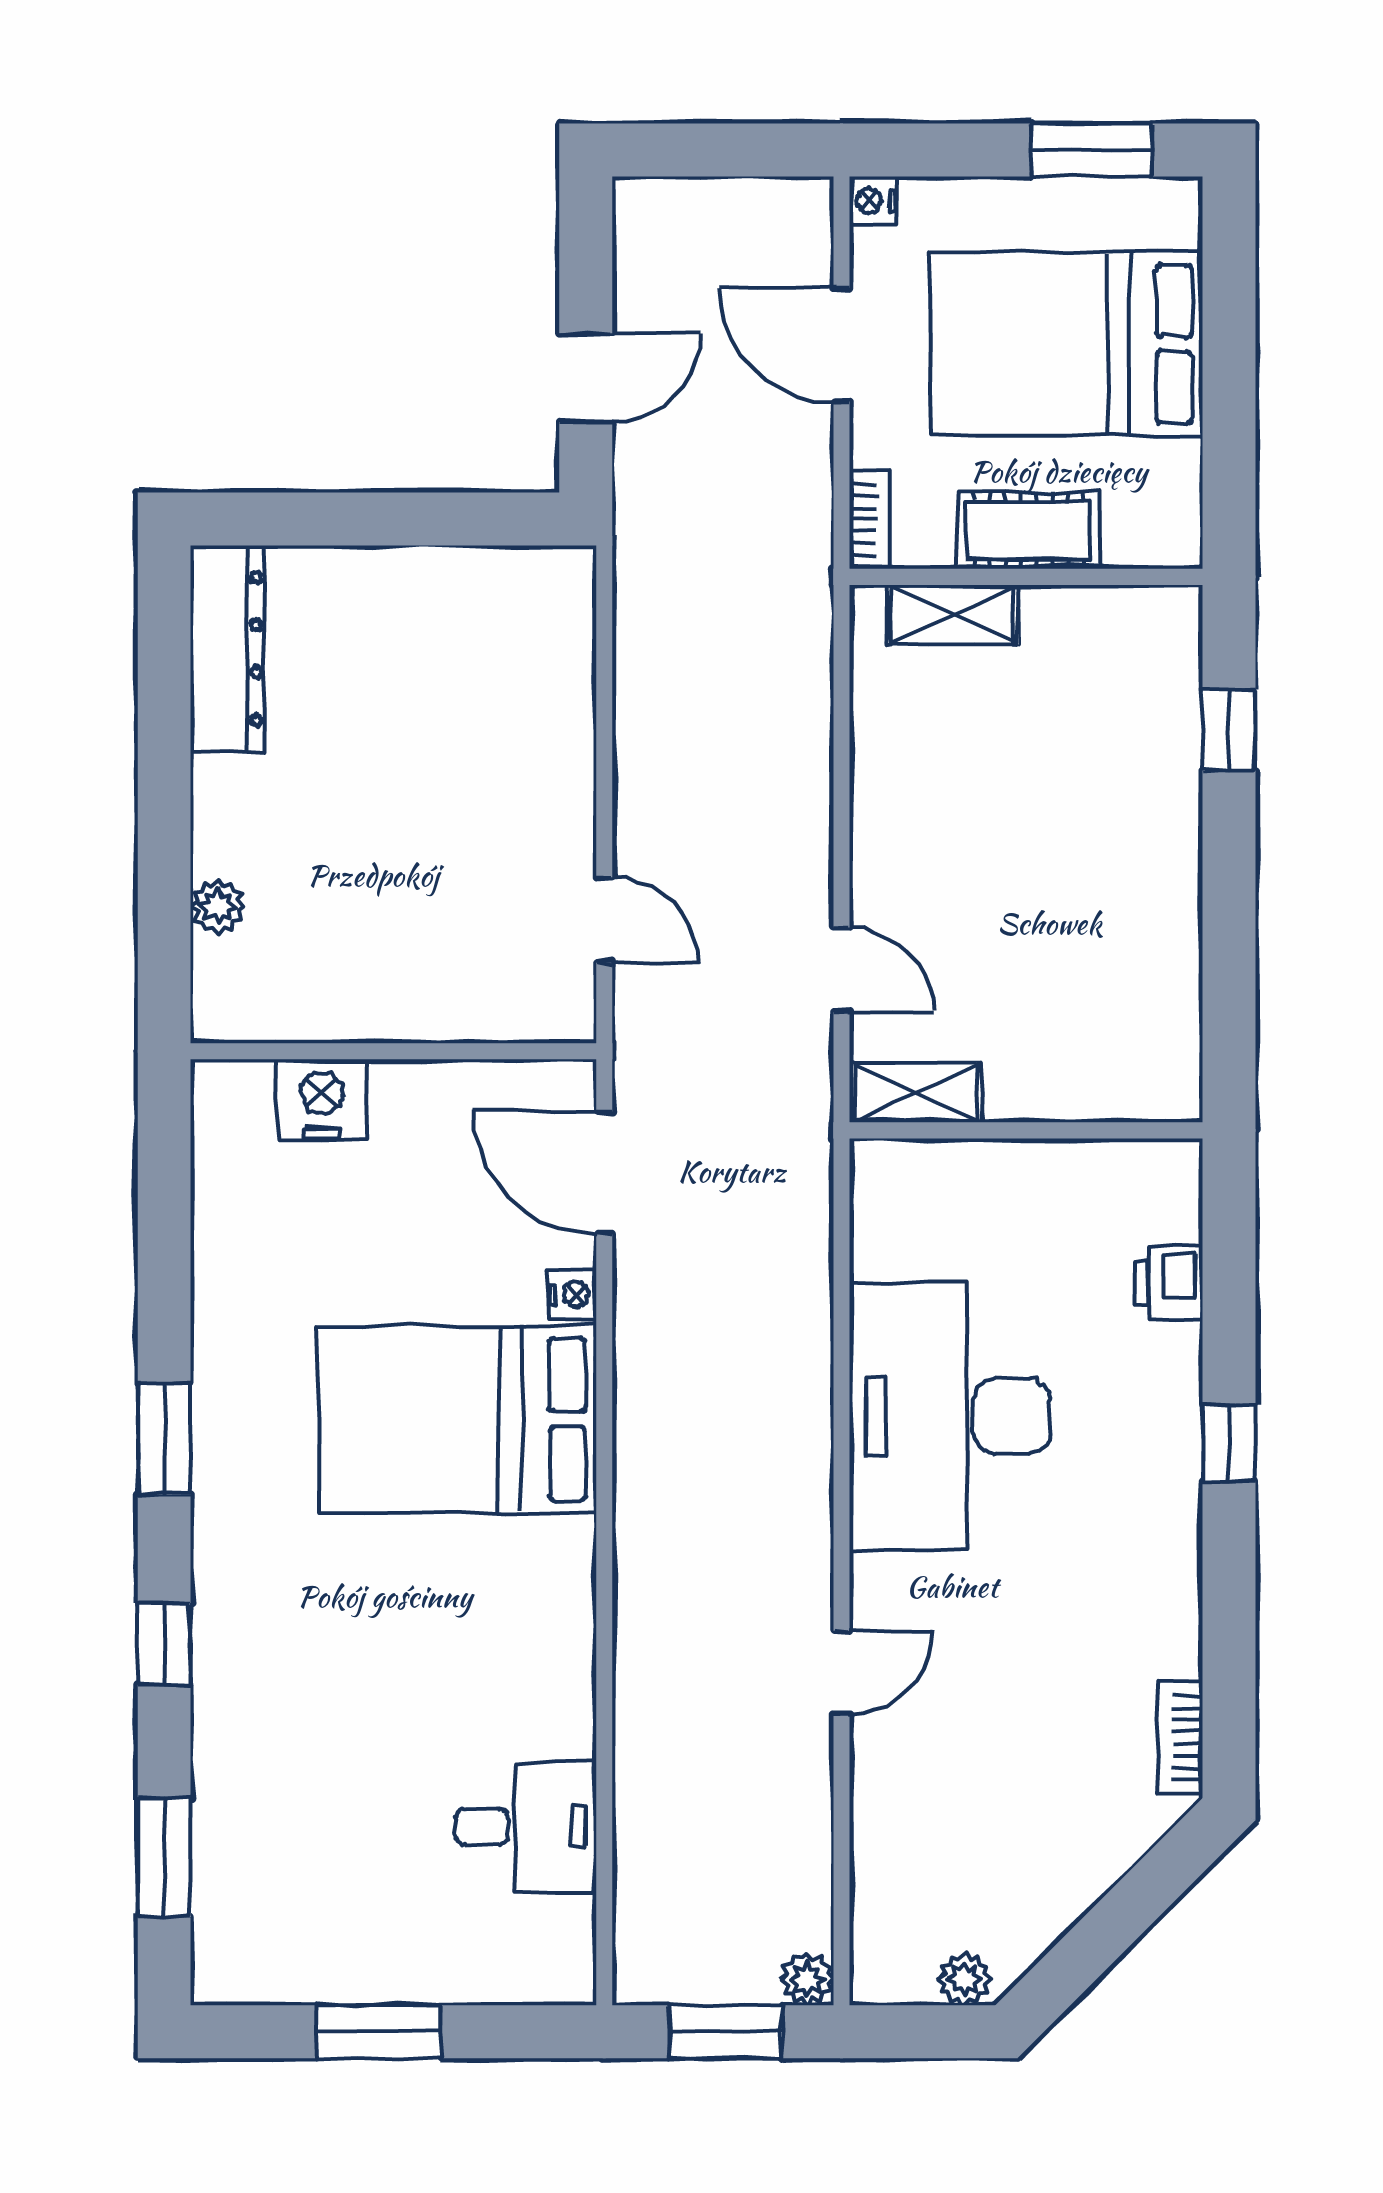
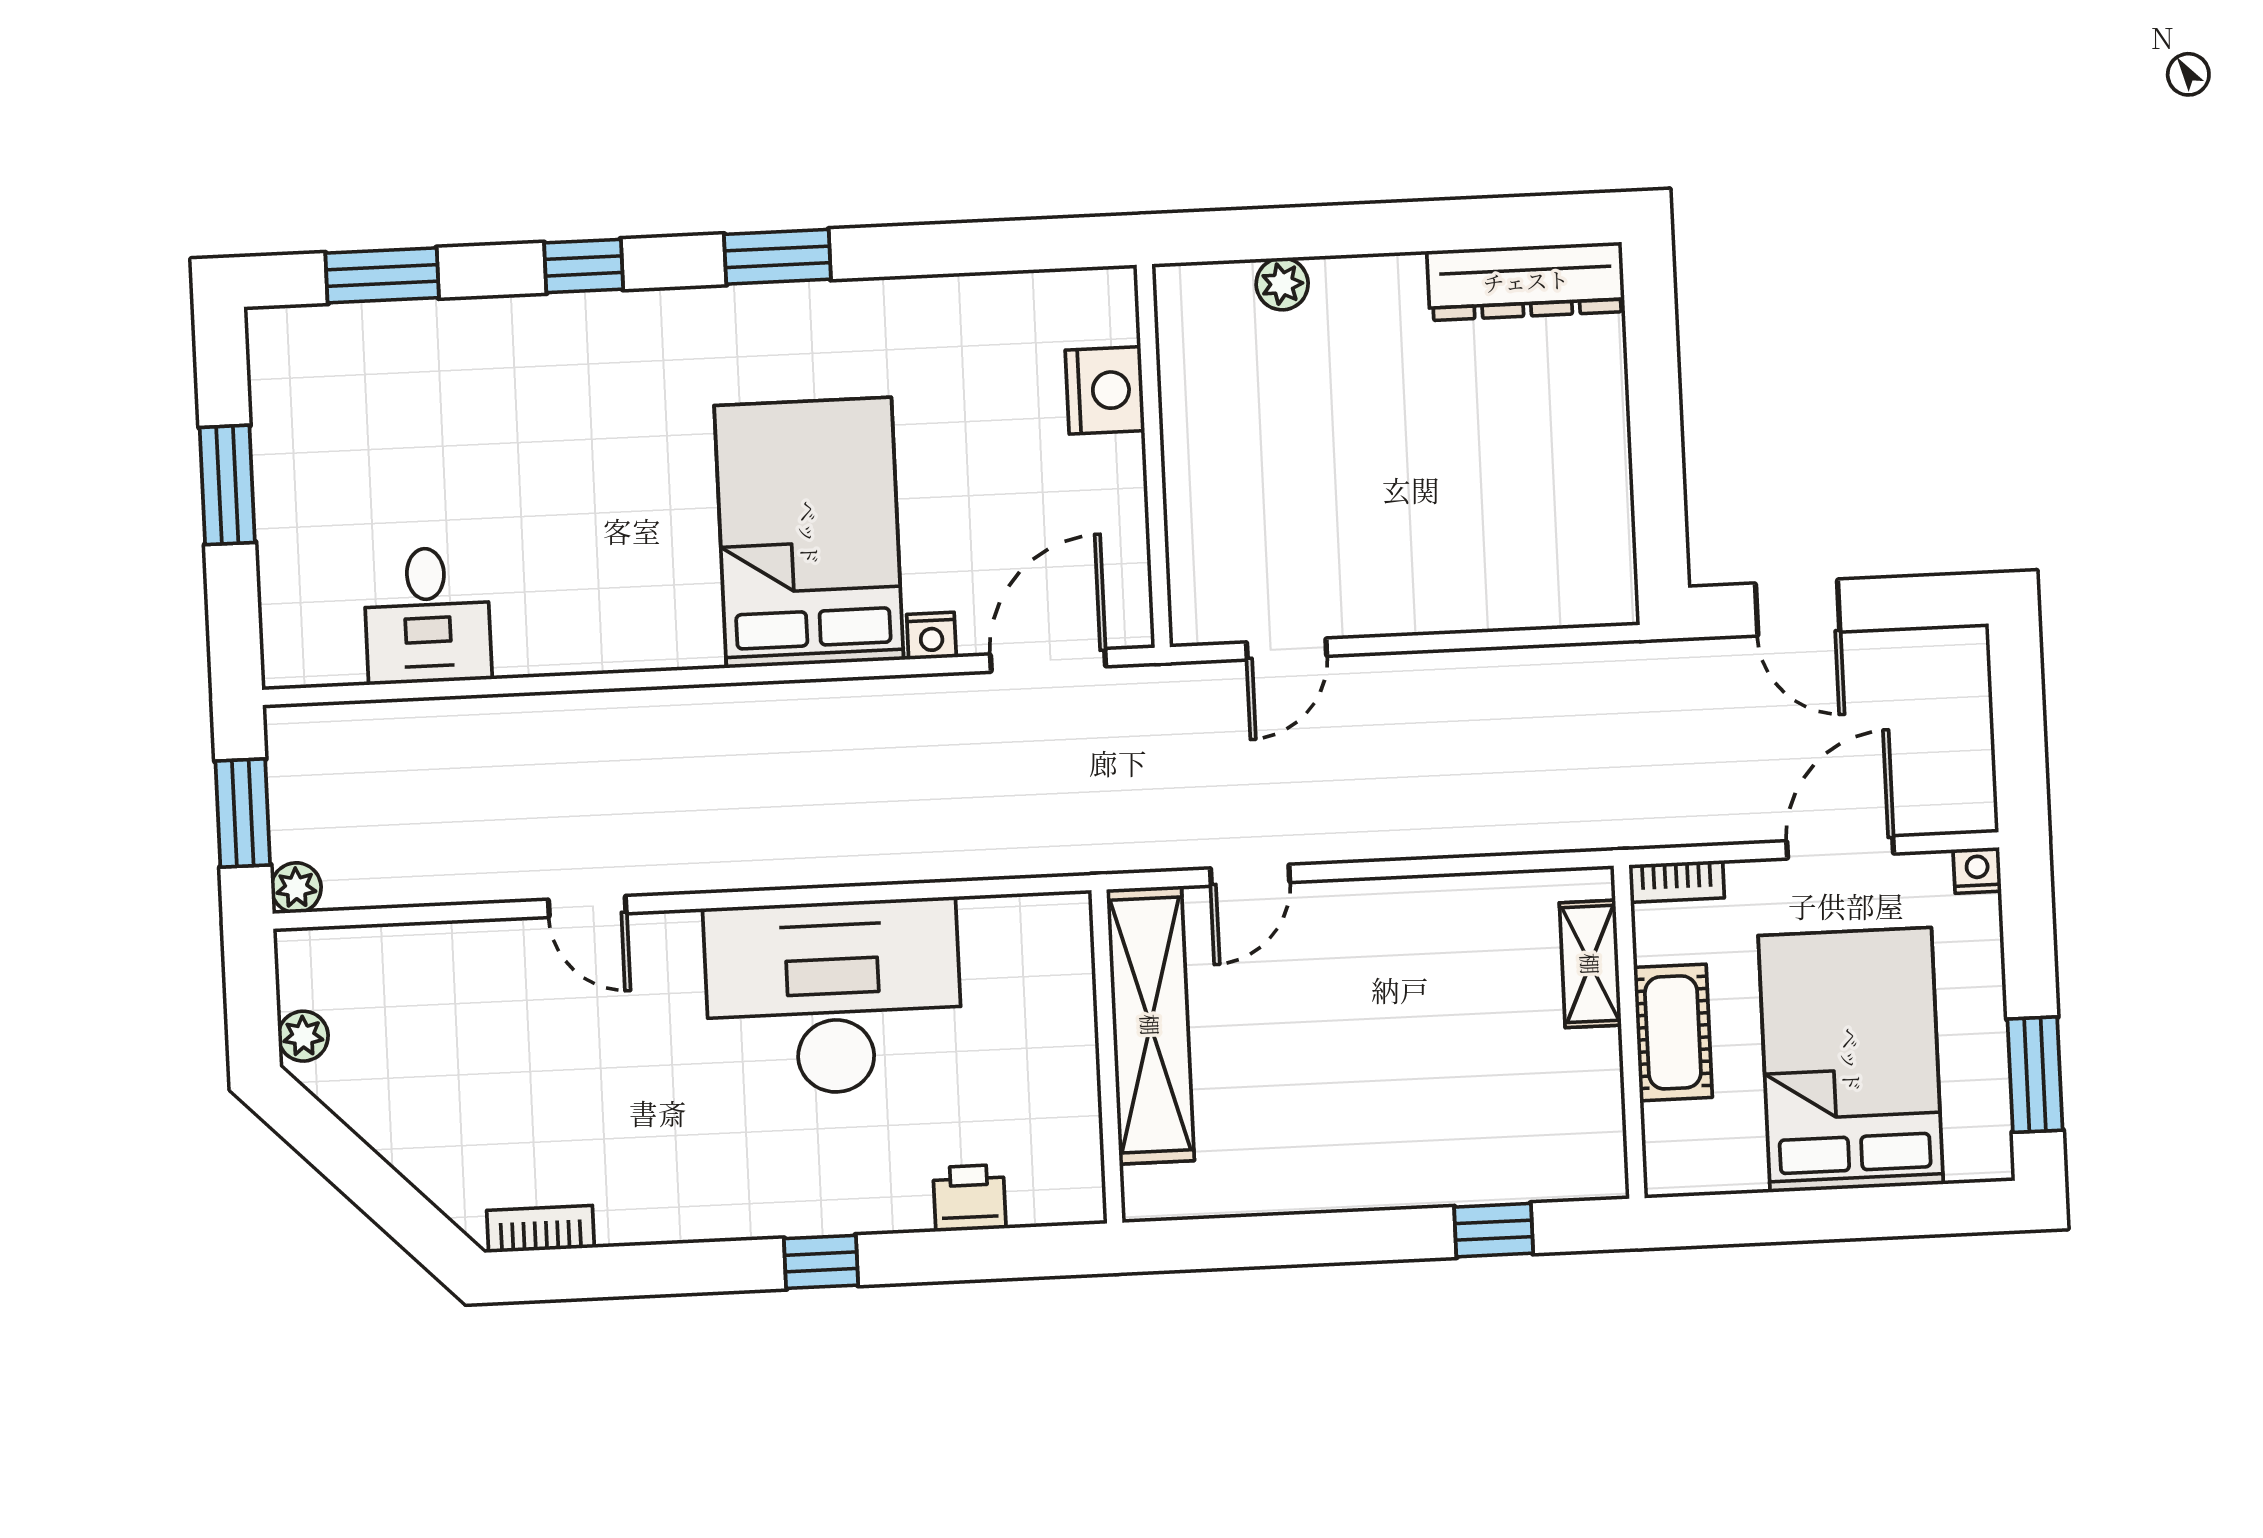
shelving: (916, 1093) -> (1150, 1025), width x2.20, depth x1.33

